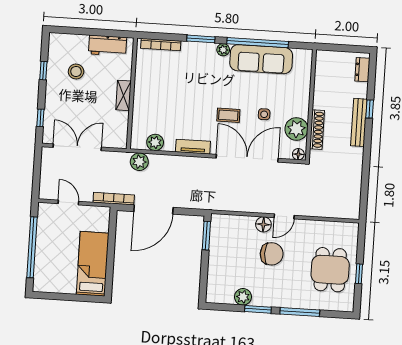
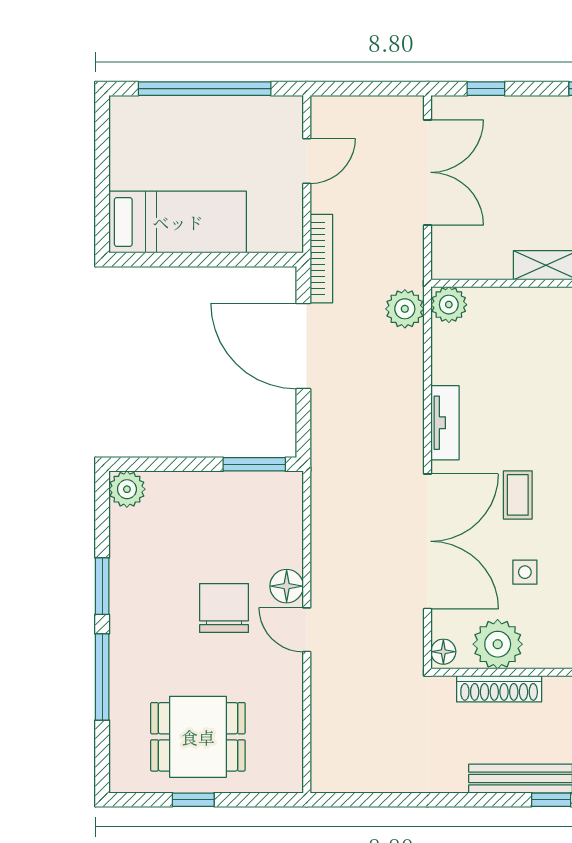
plant: (155, 142) -> (449, 305), moved
chair: (272, 254) -> (224, 608), turned 180
plant: (243, 297) -> (127, 489), moved

